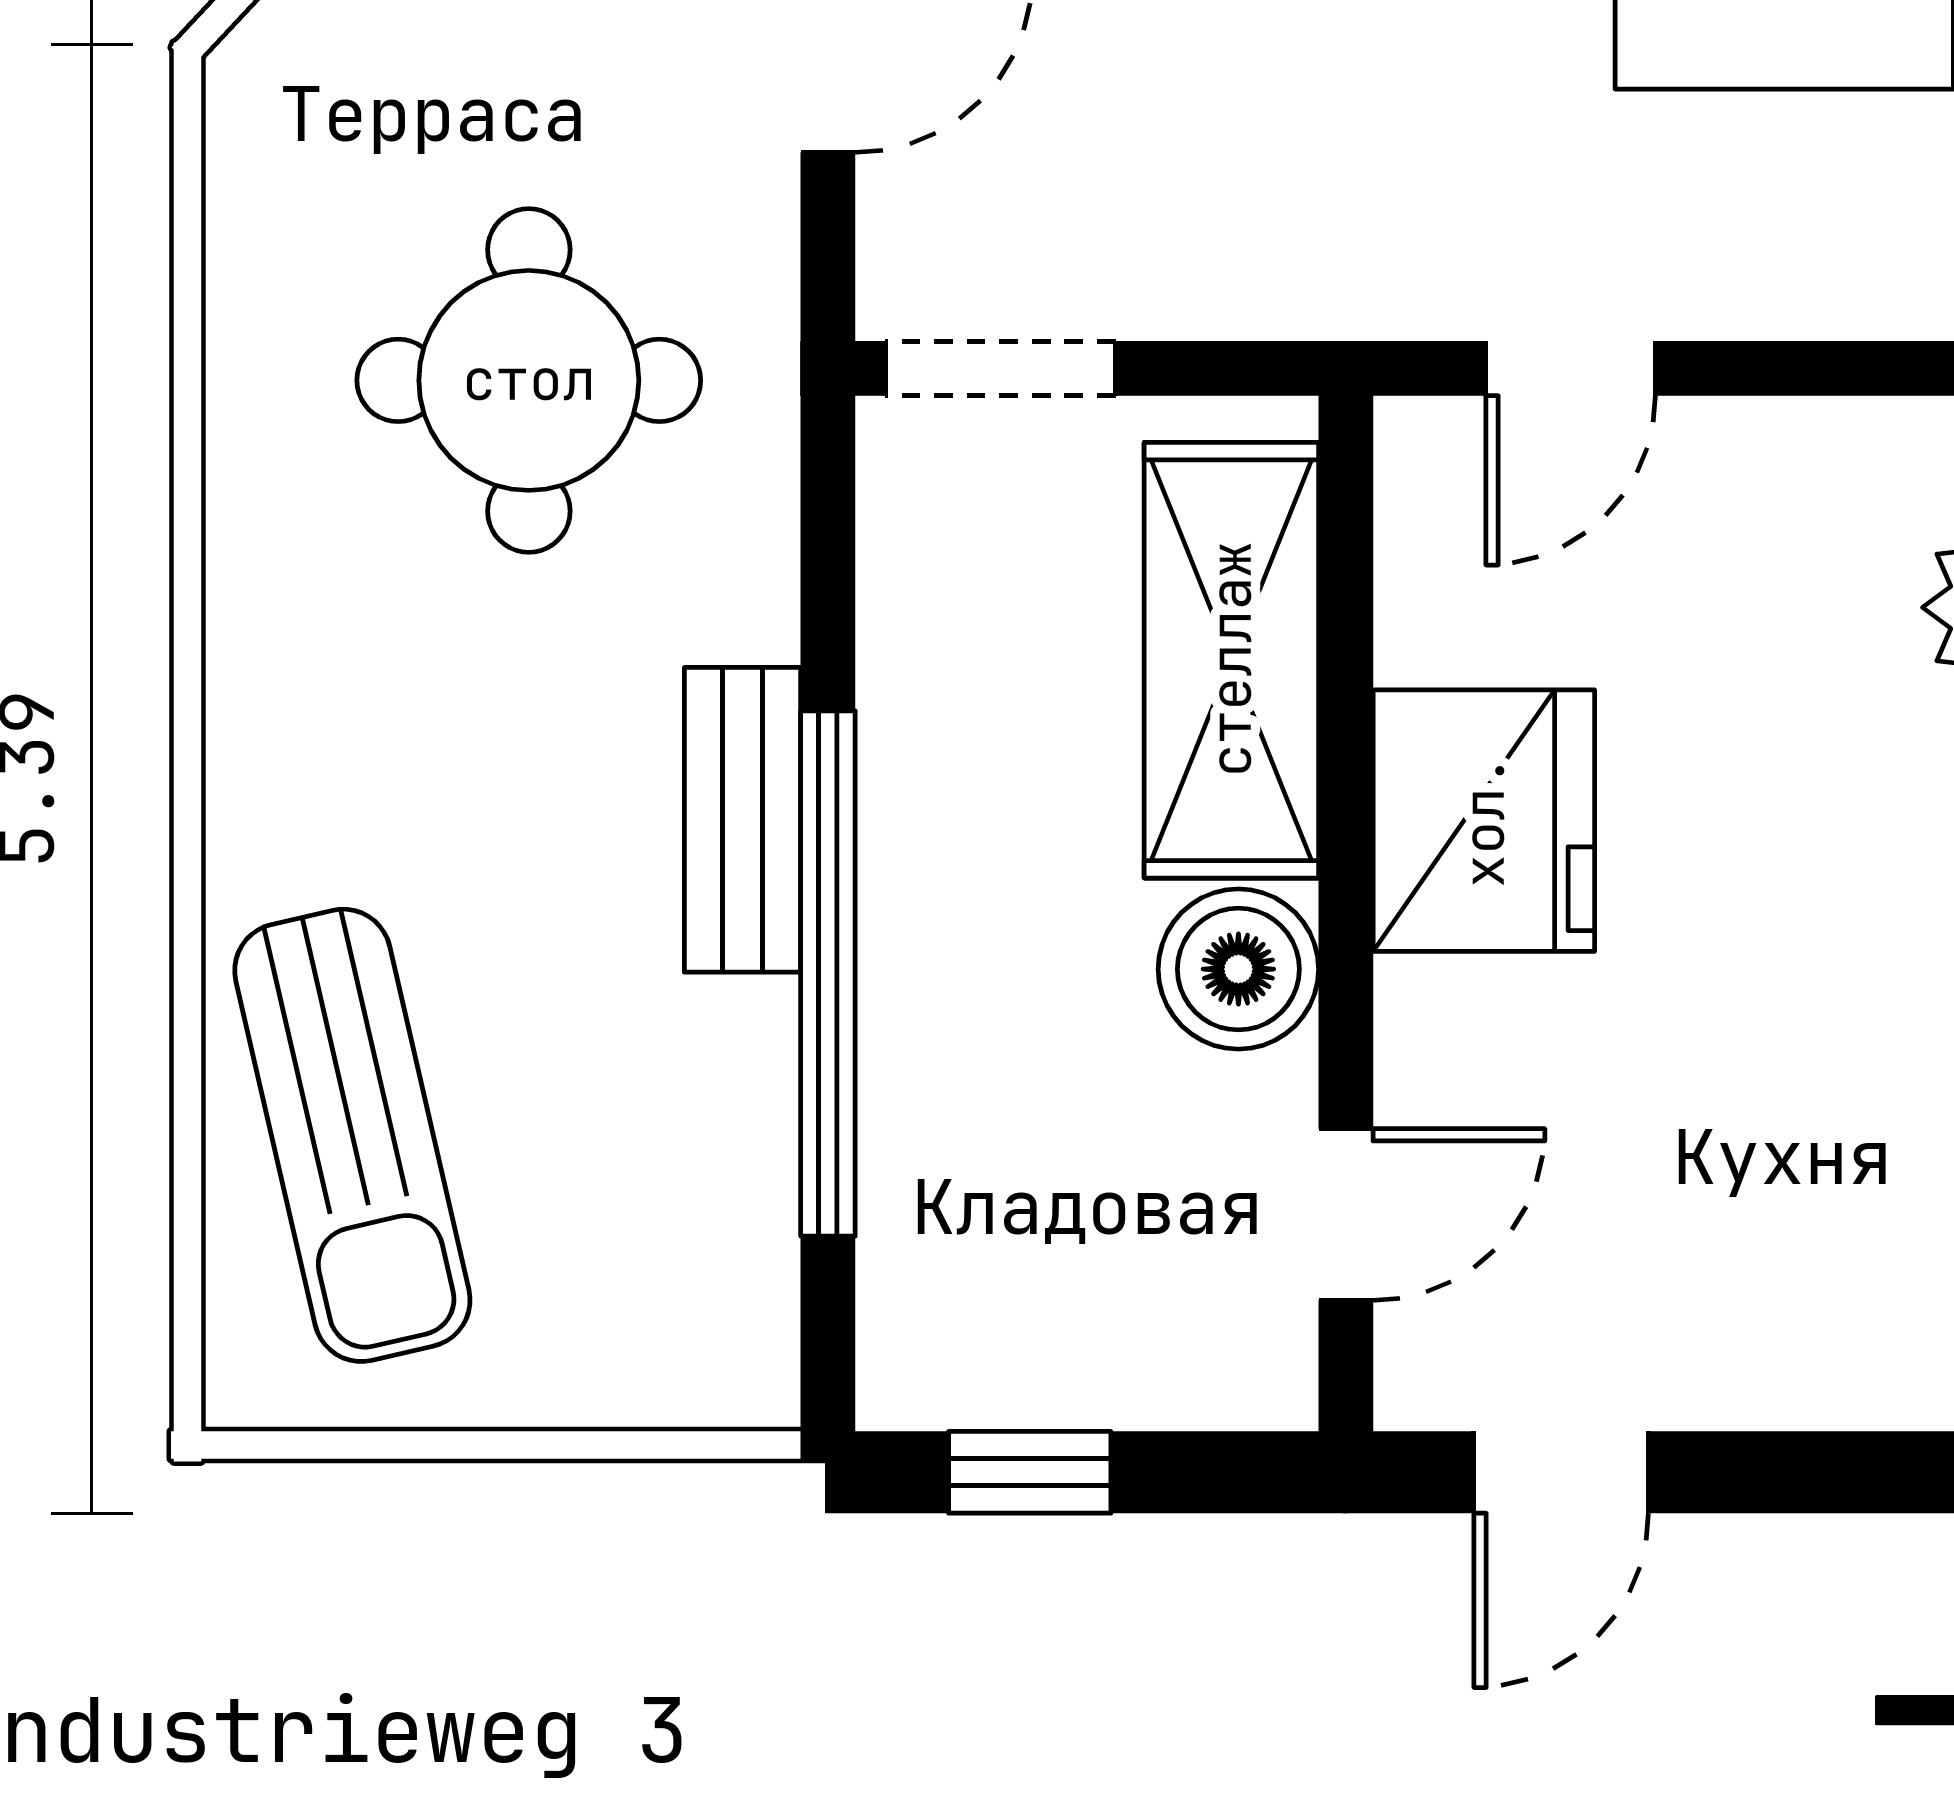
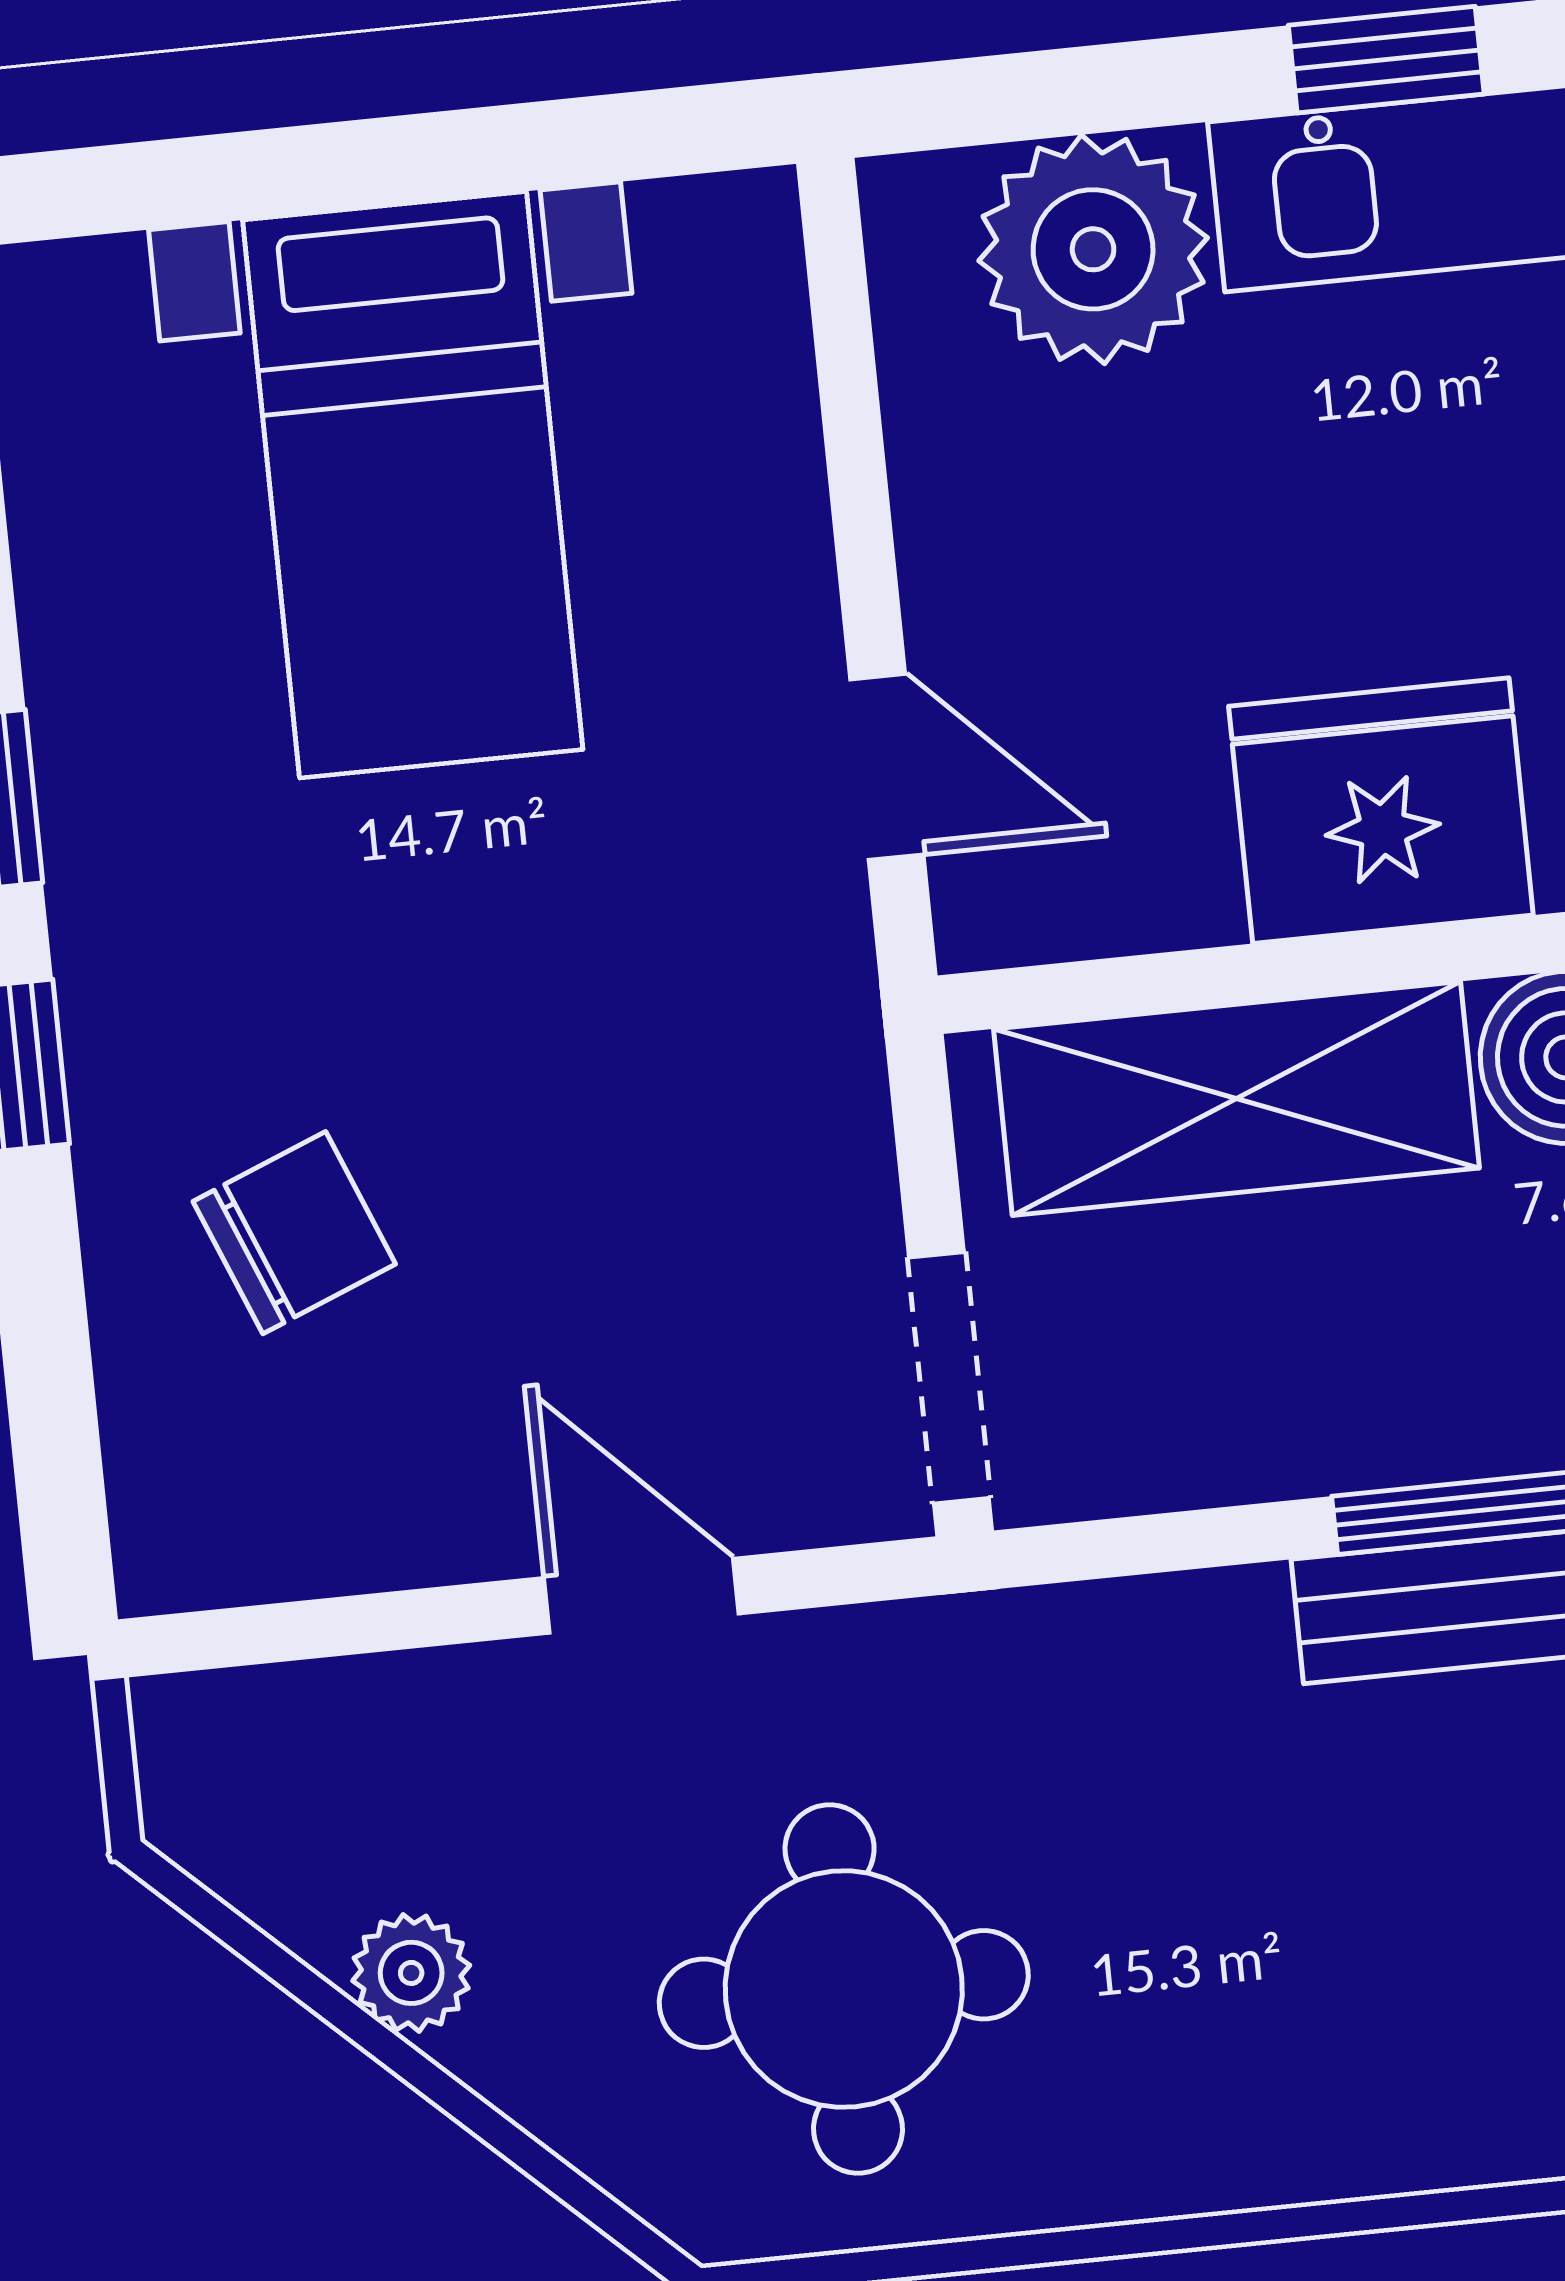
round table: (529, 380) -> (844, 1989), moved

